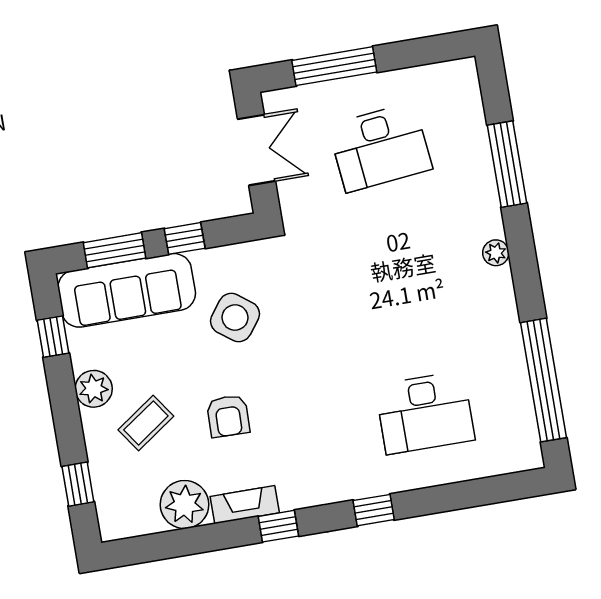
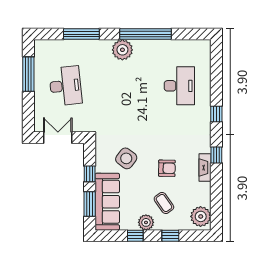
window: (334, 66) -> (28, 74), moved
plant: (496, 253) -> (122, 50), width x1.88, depth x1.88
window: (53, 337) -> (135, 236), moved
window: (544, 380) -> (145, 34), moved
window: (78, 484) -> (170, 236), moved
plant: (185, 505) -> (201, 216), moved

